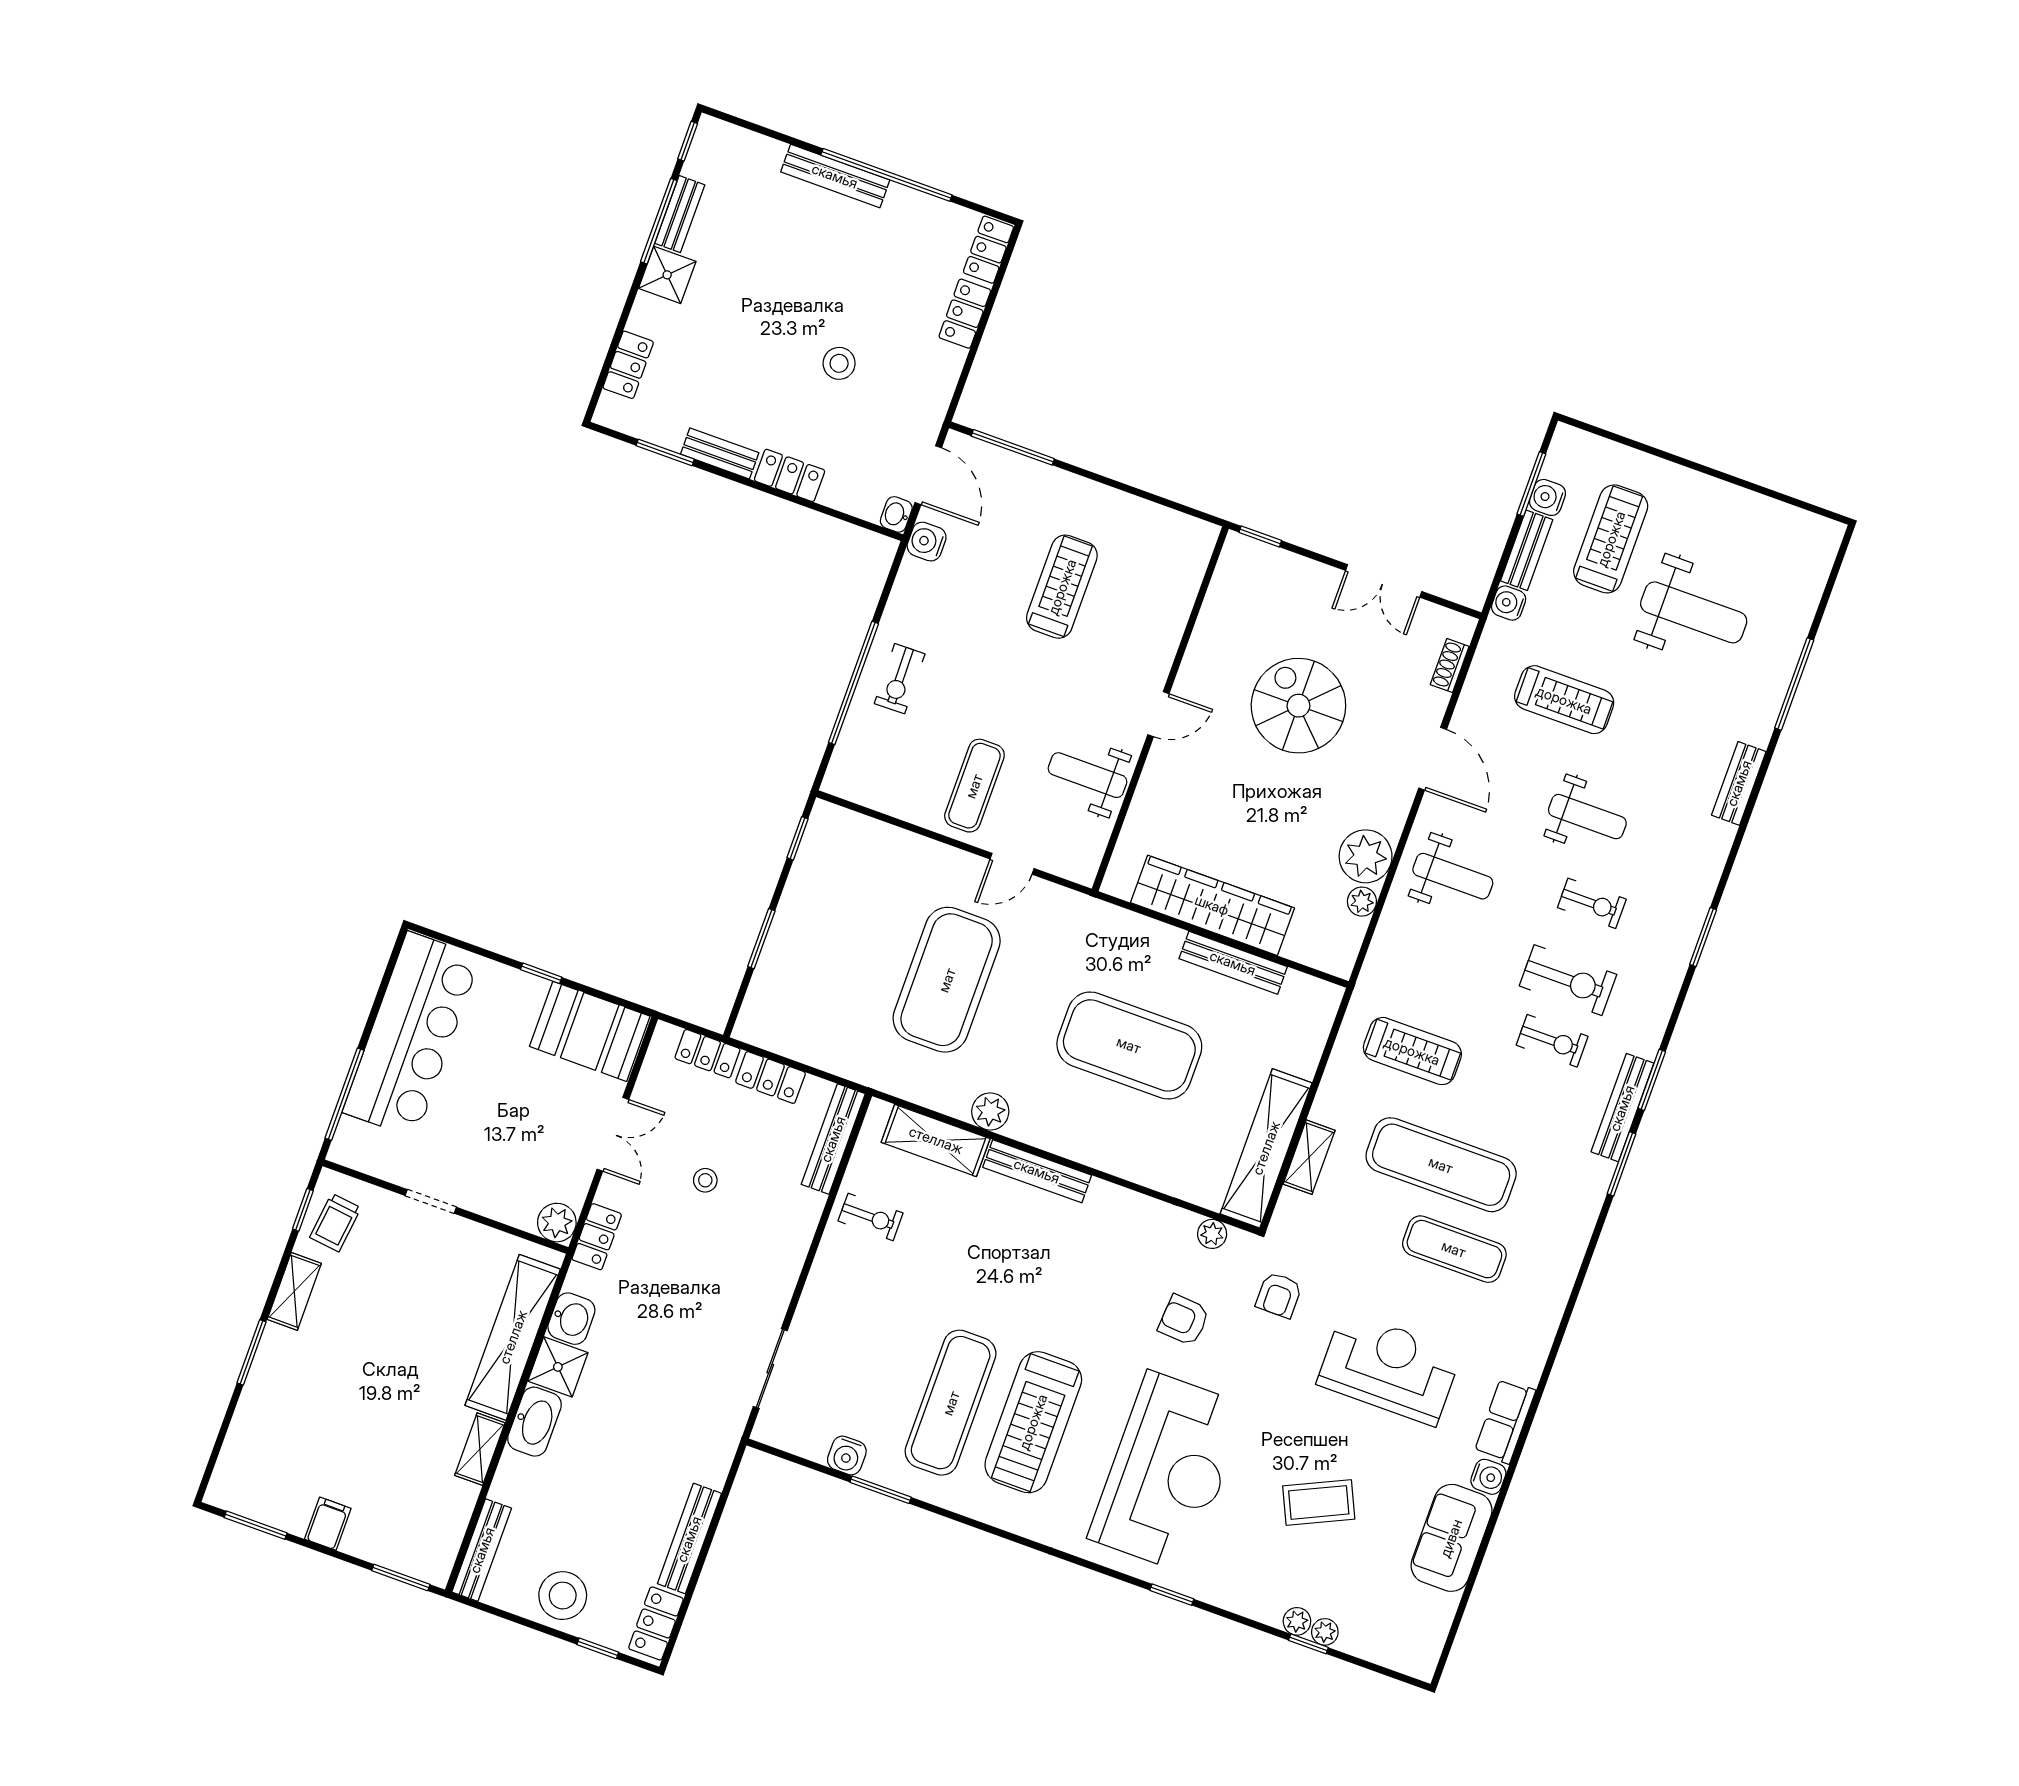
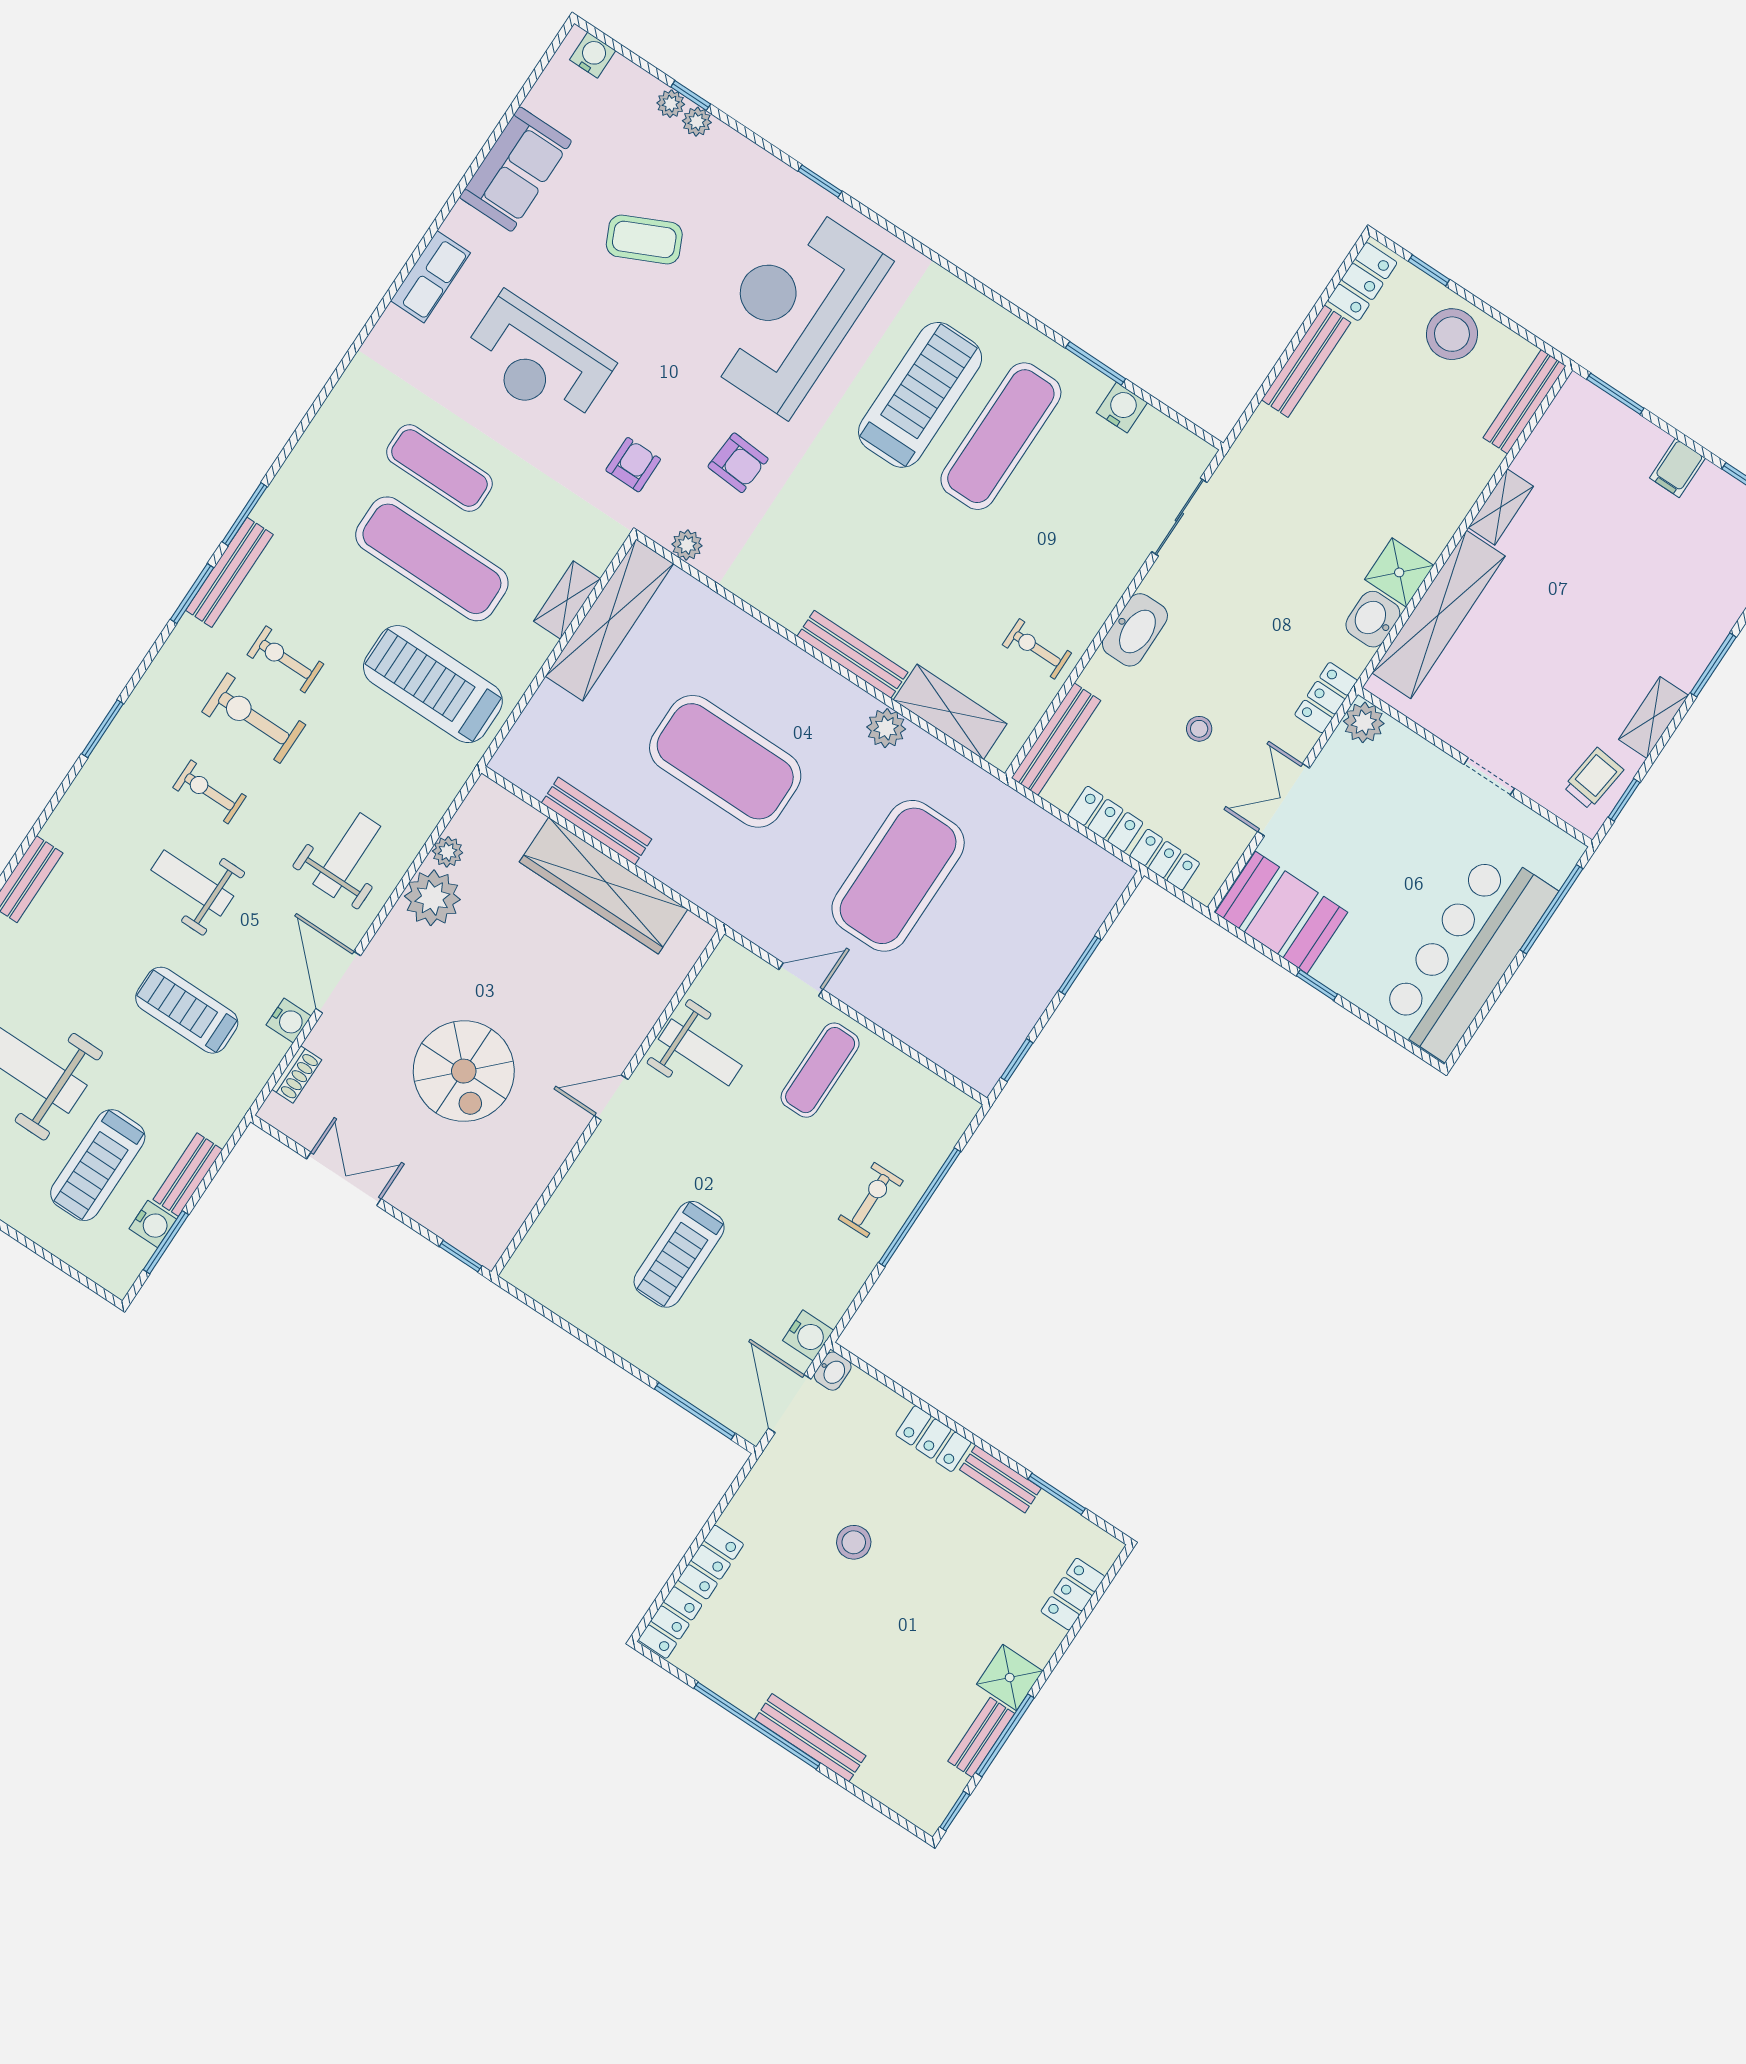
water cooler: (1509, 603) -> (289, 1020), moved
weight bench: (1453, 876) -> (347, 855), turned 90
treadmill: (1412, 1051) -> (433, 684), width x1.37, depth x1.38
washbasin: (535, 1422) -> (1135, 630), moved, turned 180
water cooler: (1488, 1477) -> (593, 55), moved, turned 90

